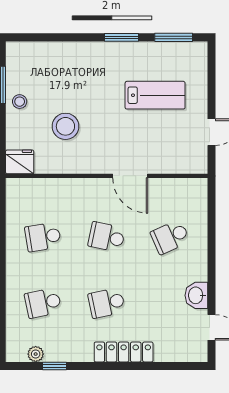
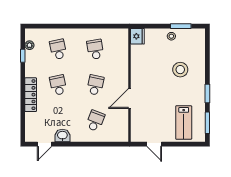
lab bench: (155, 95) -> (184, 122), moved
stool: (65, 126) -> (180, 70), moved
school desk: (170, 237) -> (95, 121), turned 45

